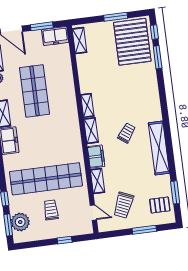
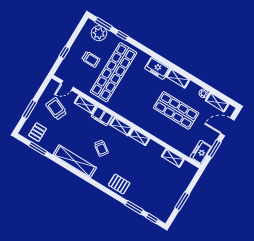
shelving: (79, 41) -> (173, 158), moved
pallet: (132, 42) -> (119, 184), moved, width x0.49, depth x0.50

